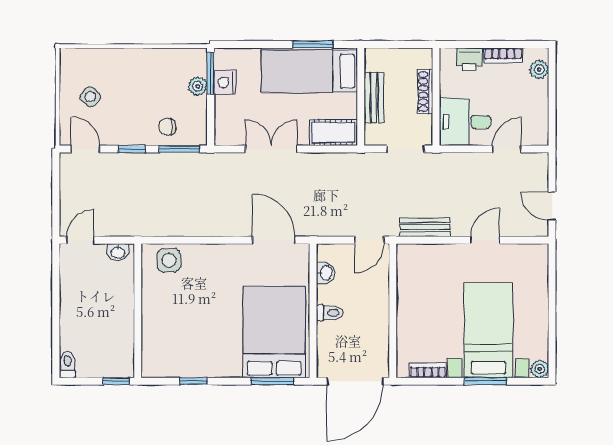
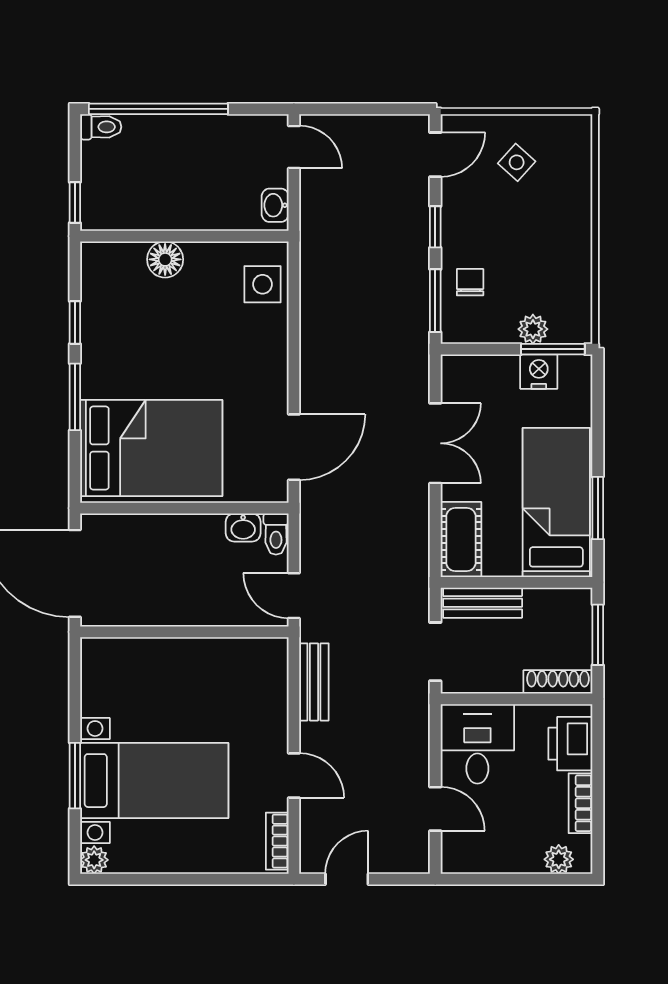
window: (395, 44) -> (598, 635), added
printer: (469, 59) -> (570, 744), width x1.36, depth x1.24
shoe rack: (425, 92) -> (558, 682), moved
bench: (374, 97) -> (483, 603), moved
toilet: (330, 313) -> (276, 534), moved
floor lamp: (153, 323) -> (165, 259), added
window: (56, 327) -> (158, 109), added
bookcase: (428, 370) -> (277, 841), moved, turned 180
window: (273, 381) -> (75, 397), moved

